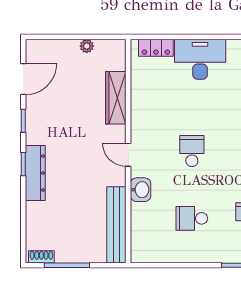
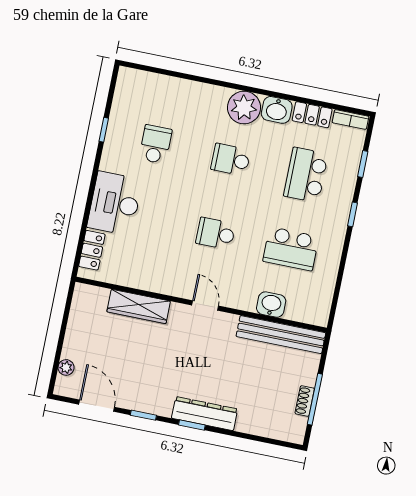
plant: (87, 46) -> (66, 367), moved
door: (128, 155) -> (205, 306), swing flipped
washbasin: (141, 190) -> (271, 305), moved
school desk: (192, 218) -> (291, 249), width x1.85
shoe rack: (41, 257) -> (305, 401), moved

